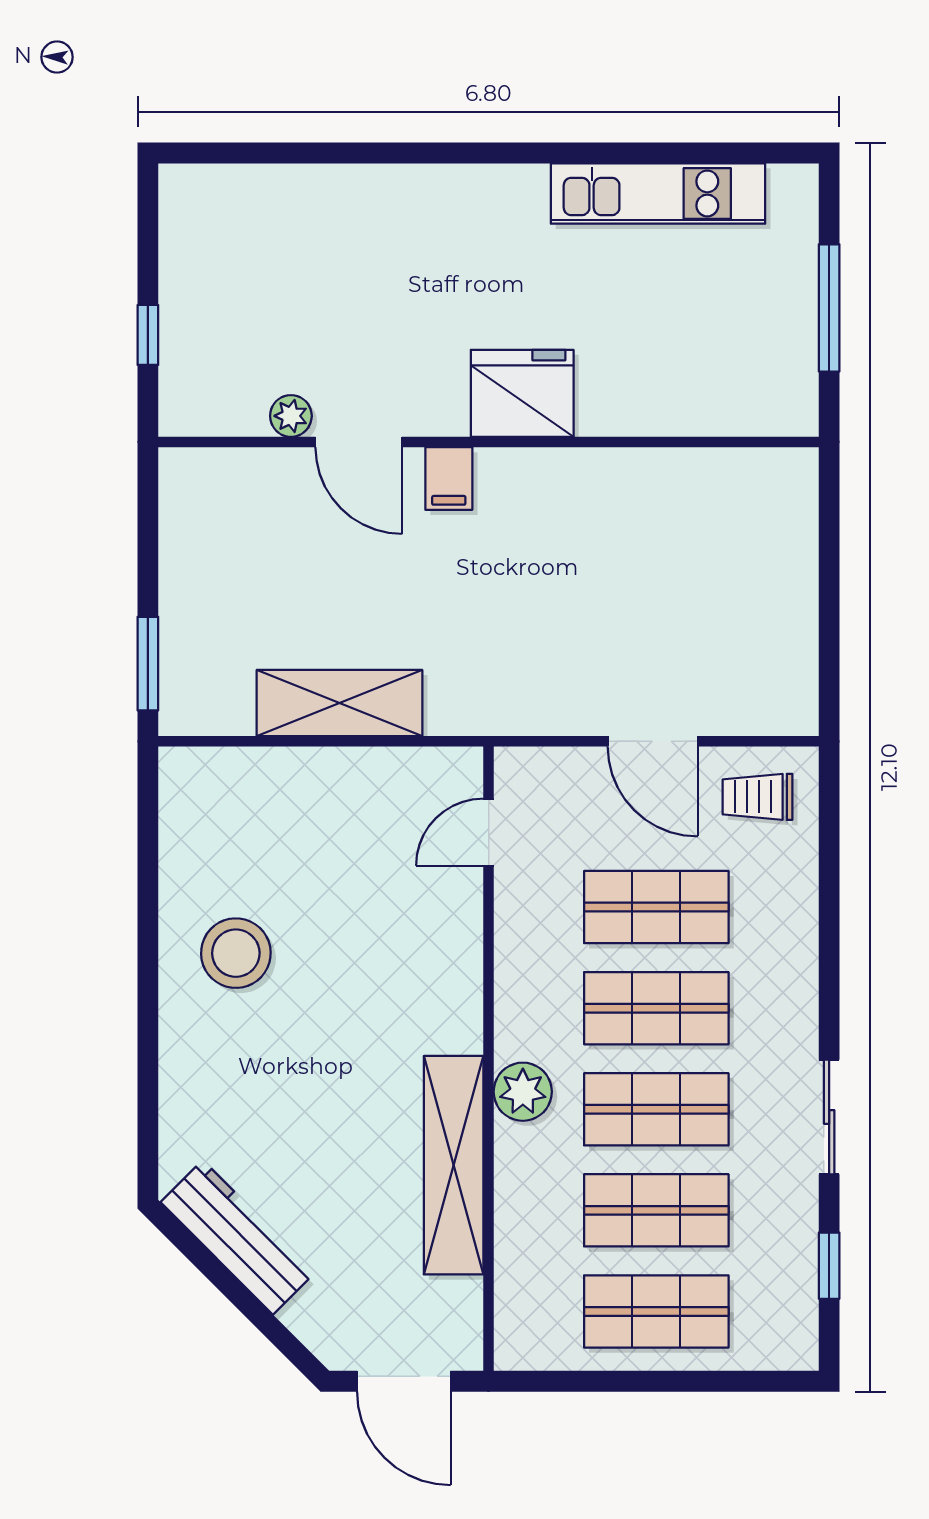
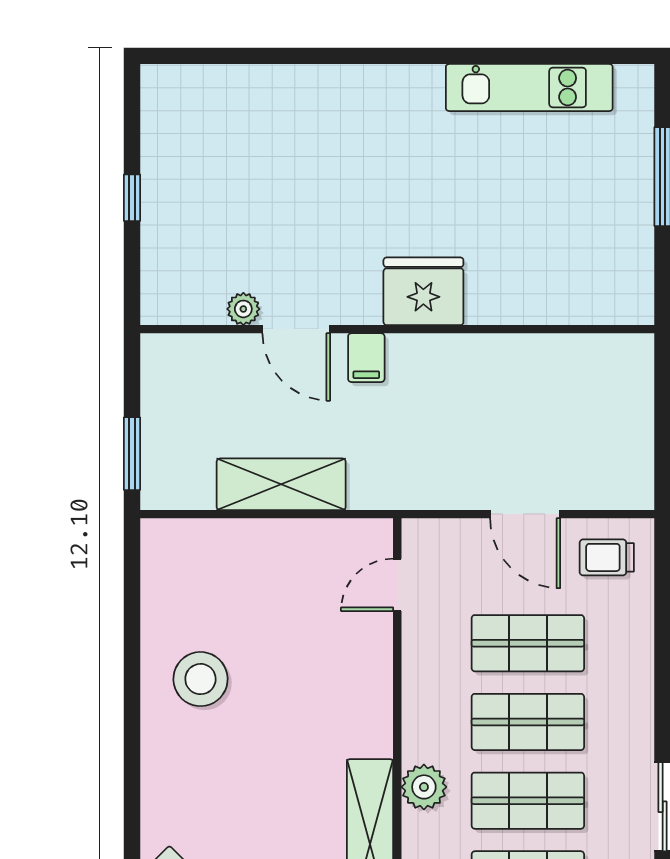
fridge: (522, 393) -> (423, 291), moved
plant: (291, 416) -> (243, 309), moved
door: (359, 442) -> (296, 329), moved
wall: (489, 442) -> (397, 329), moved
filing cabinet: (449, 478) -> (366, 358), moved

